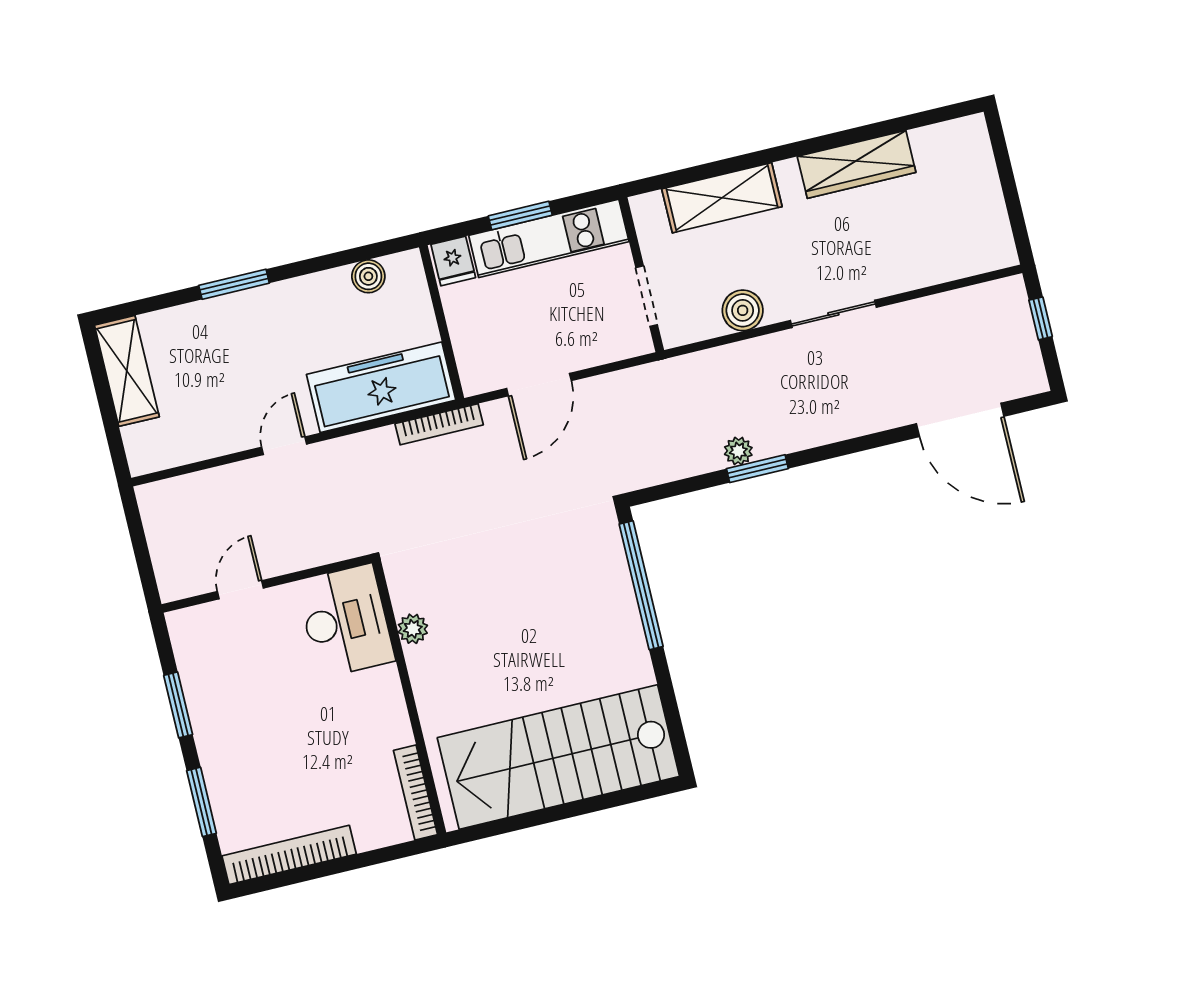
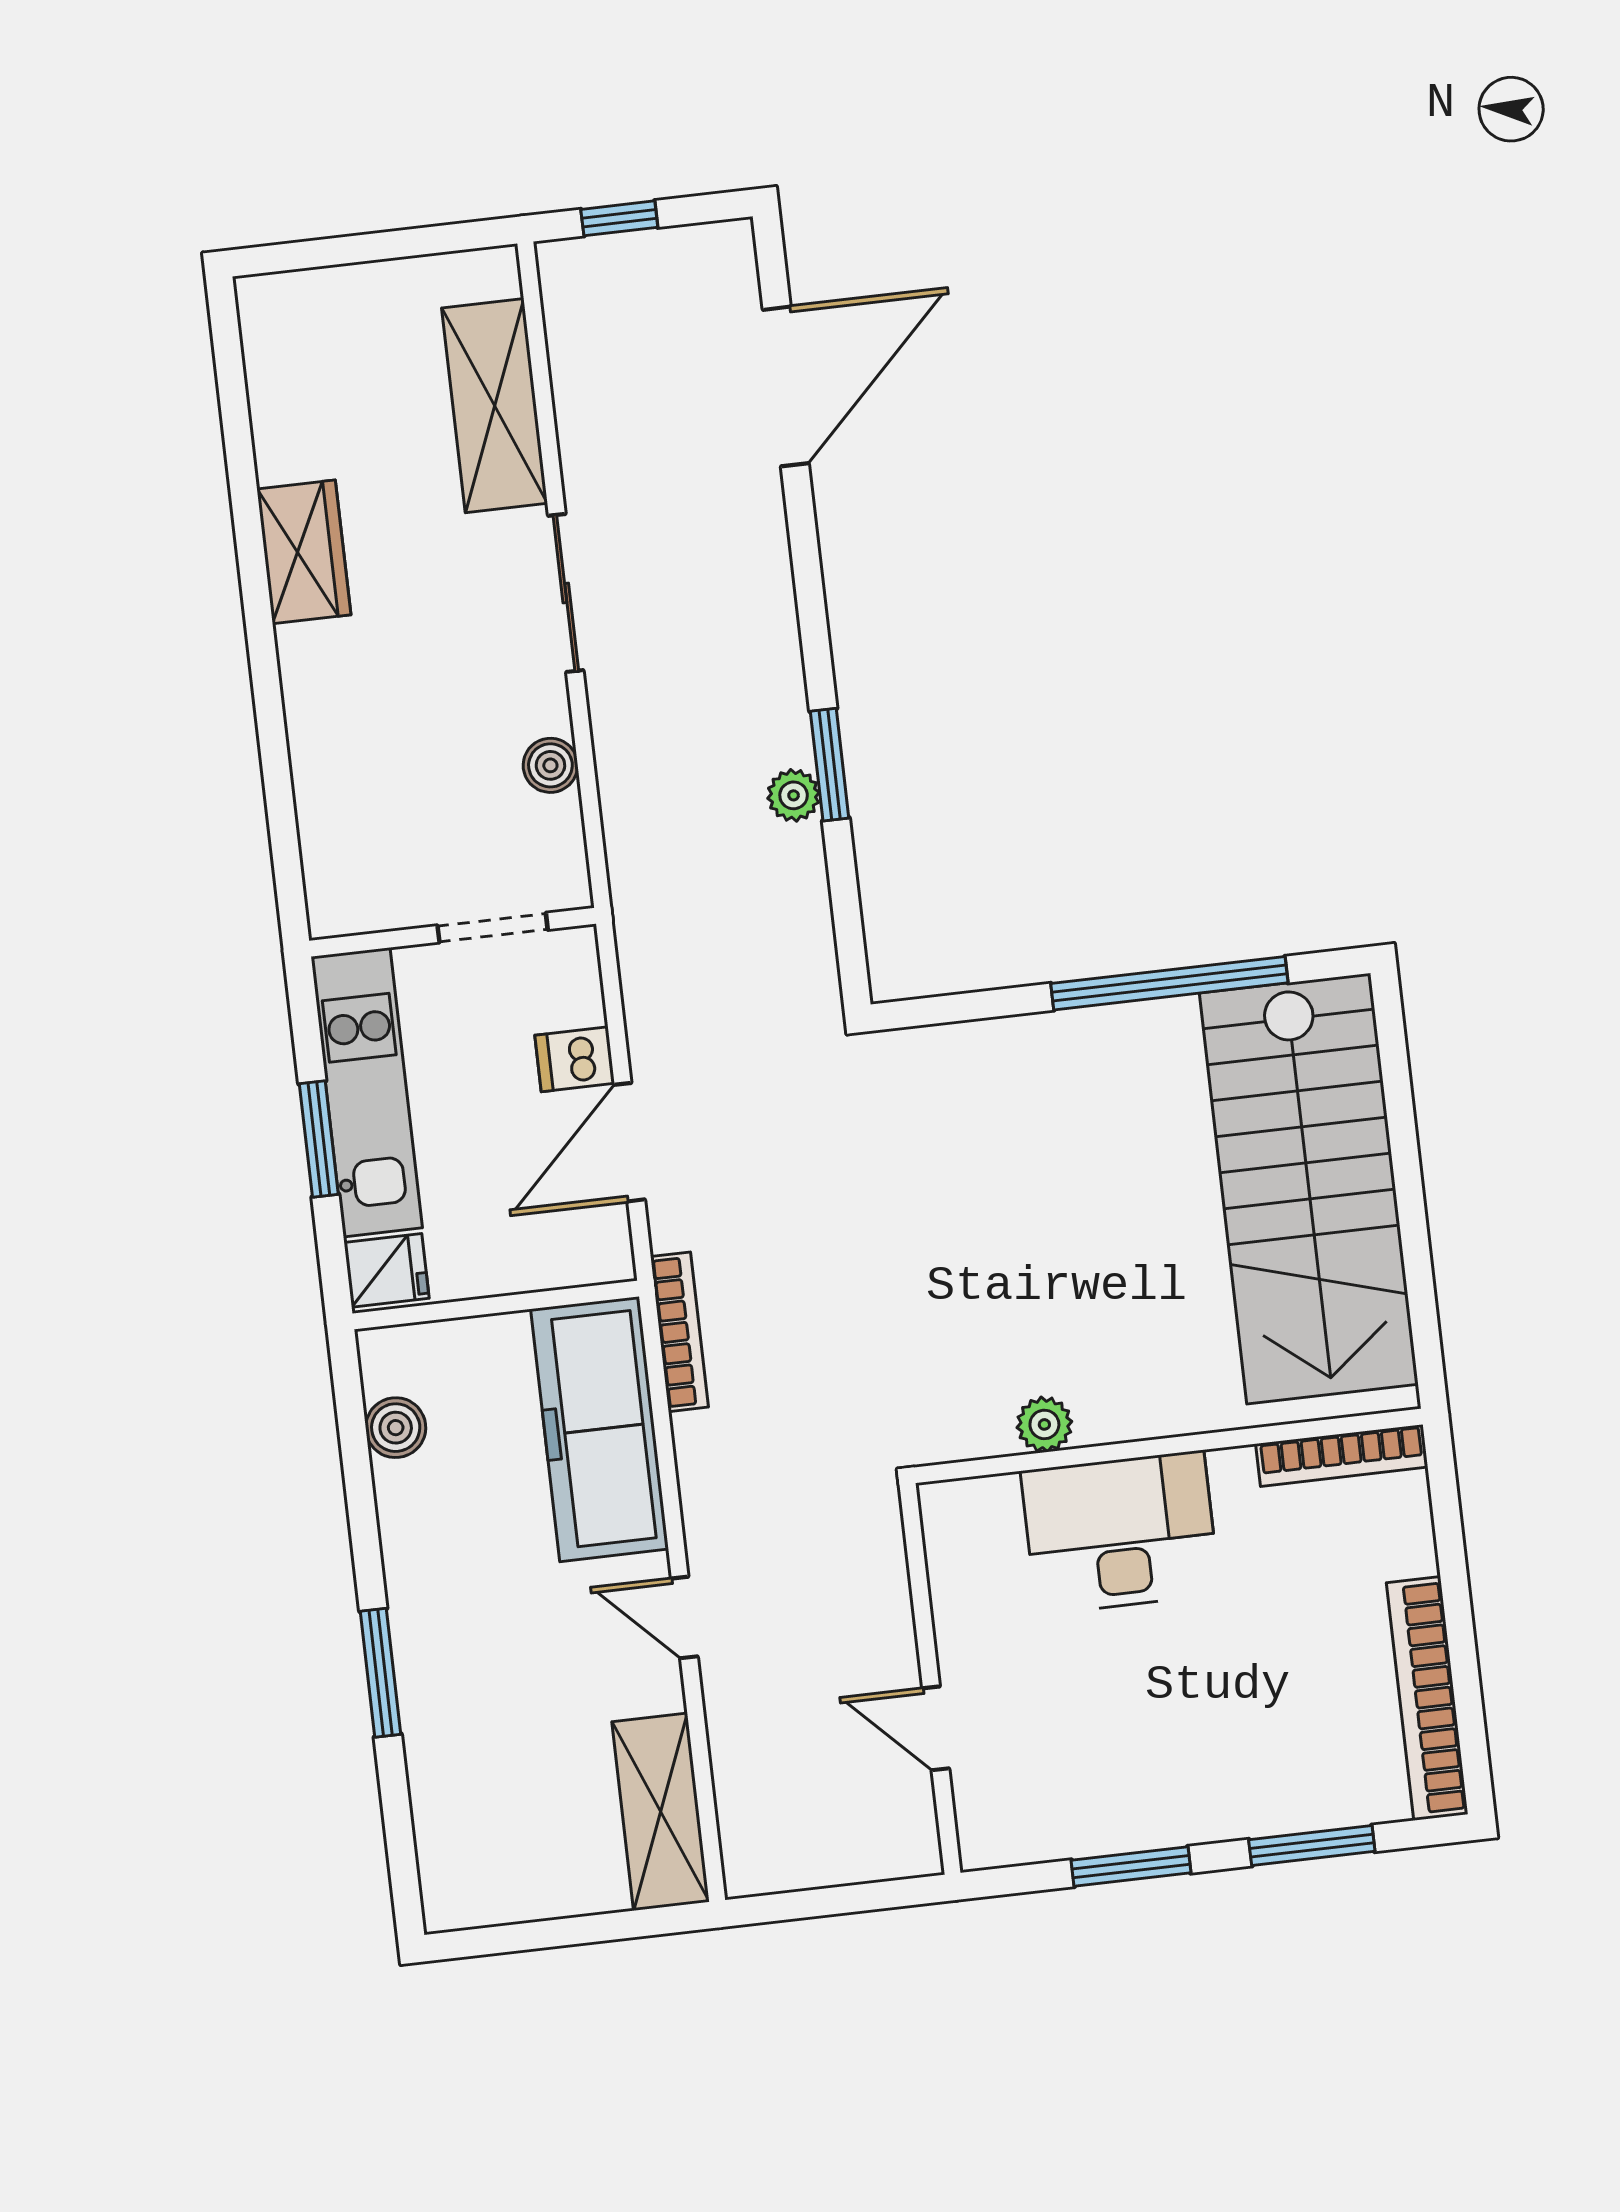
wardrobe: (857, 164) -> (304, 552), width x0.67
shelving: (722, 198) -> (495, 406), moved
boiler: (743, 310) -> (550, 765), width x0.73, depth x0.73
dishwasher: (580, 349) -> (575, 1059), added
shelving: (127, 371) -> (661, 1812), moved, turned 90
door: (539, 385) -> (629, 1142), swing flipped
window: (641, 585) -> (1169, 983), moved
desk: (346, 621) -> (1120, 1533), moved

